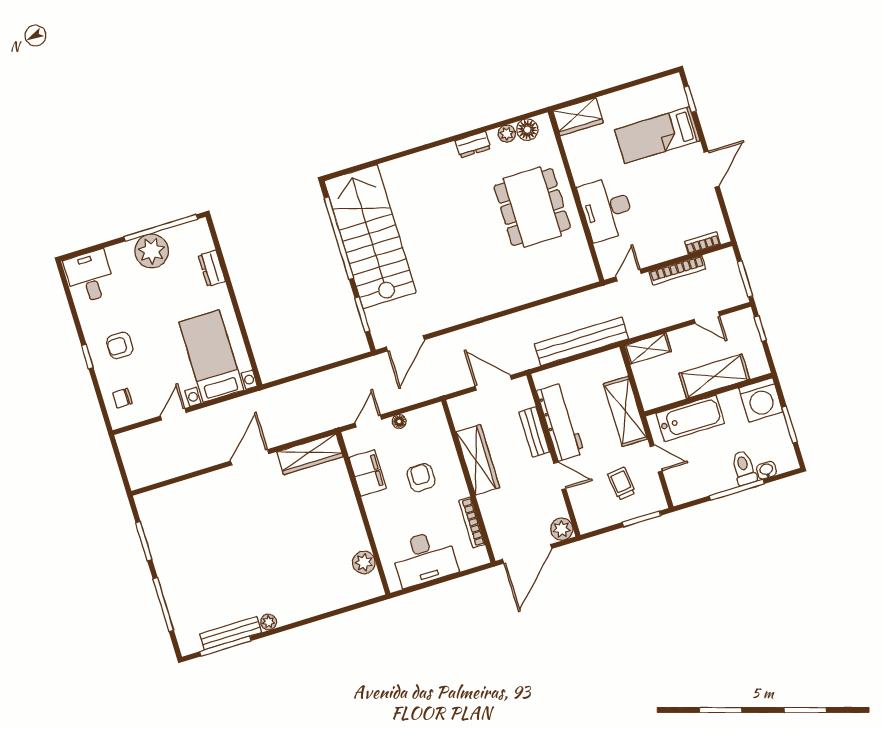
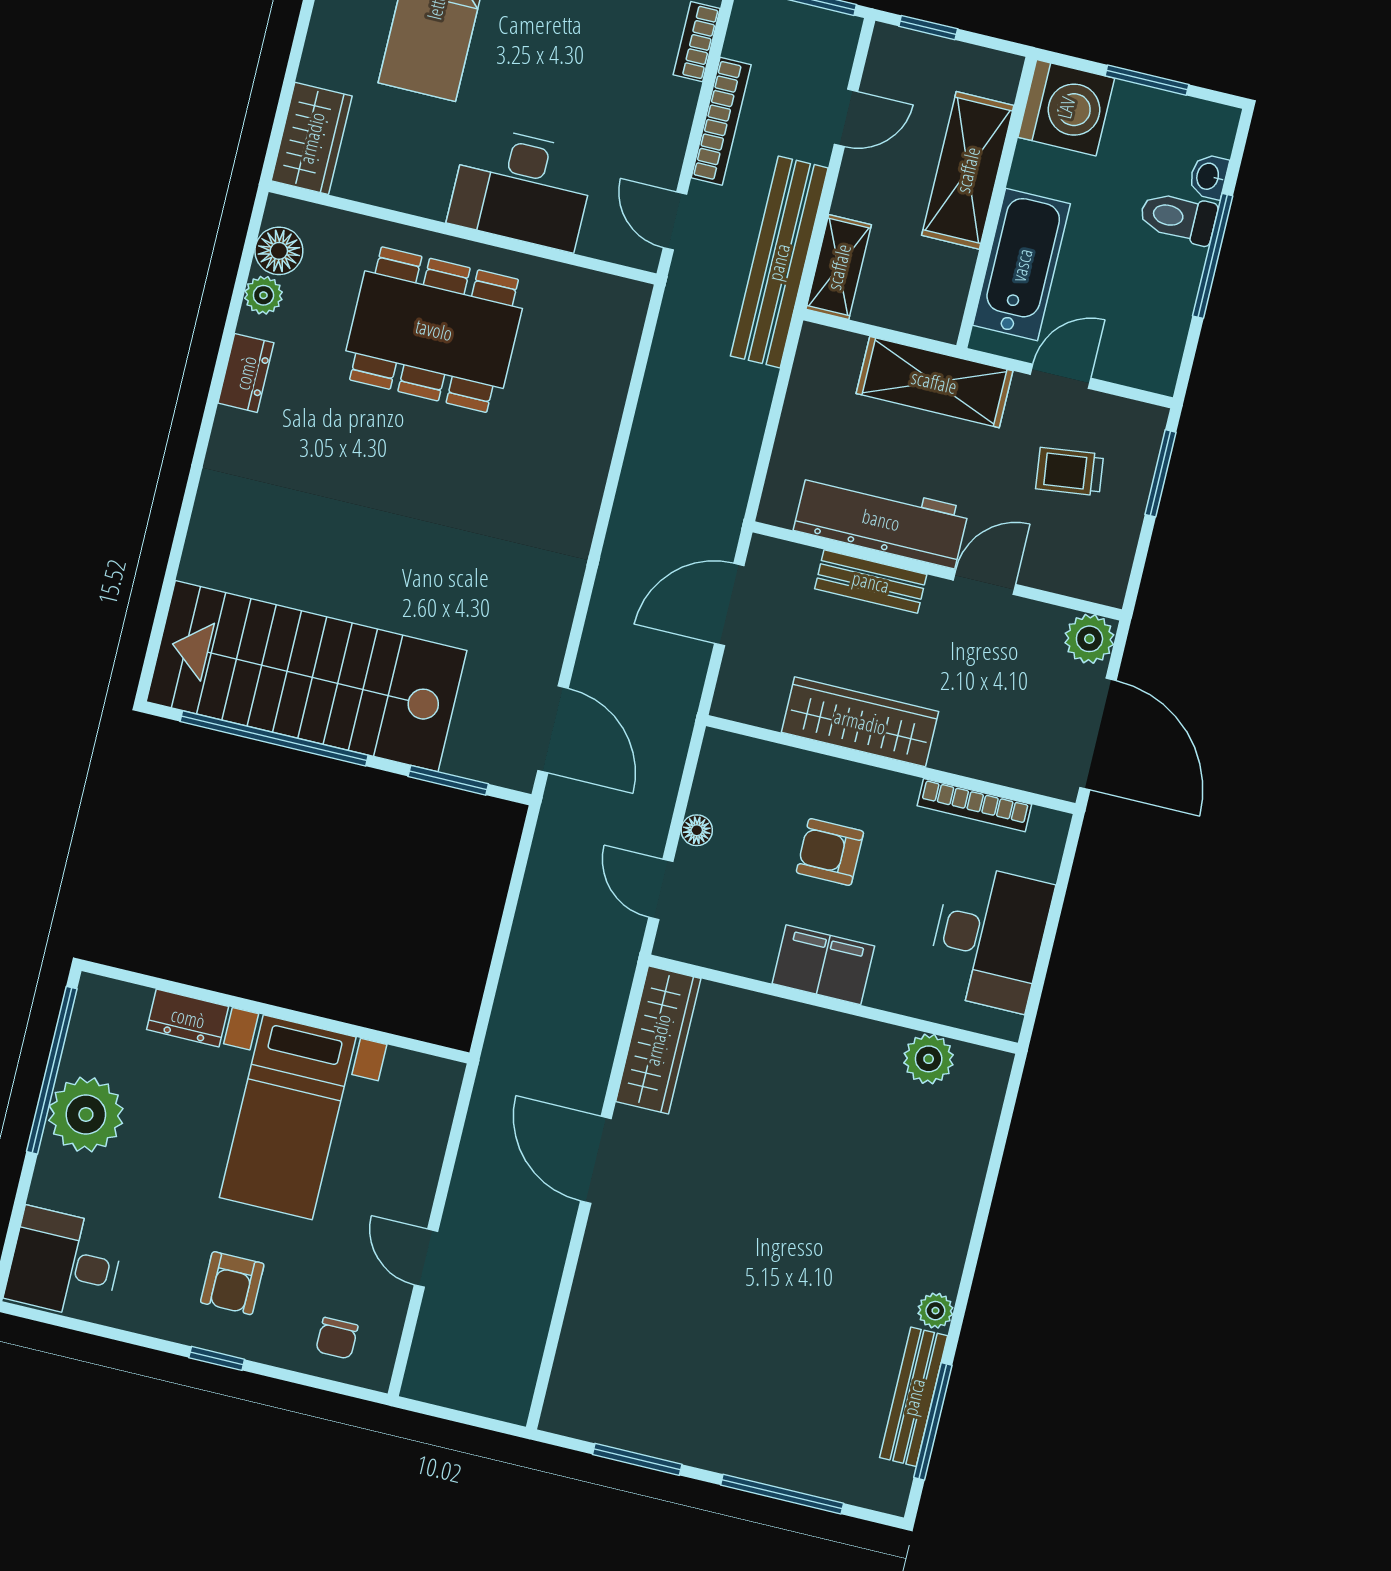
bench: (581, 341) -> (779, 262), moved
bed with nightstands: (211, 356) -> (288, 1117), moved, turned -90
filing cabinet: (368, 473) -> (823, 965), moved

